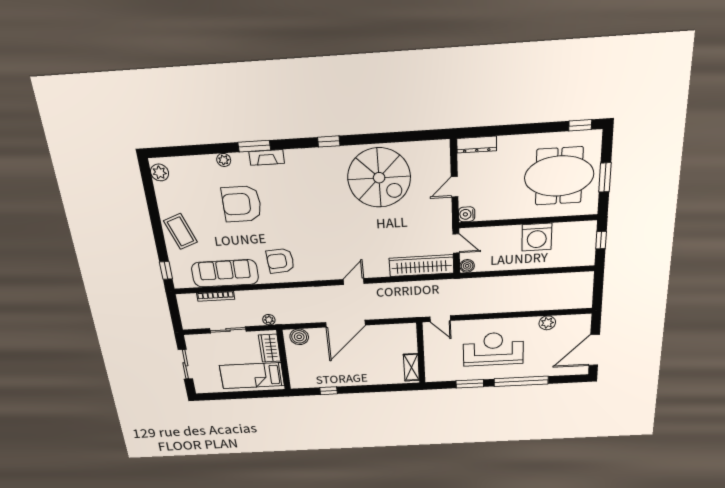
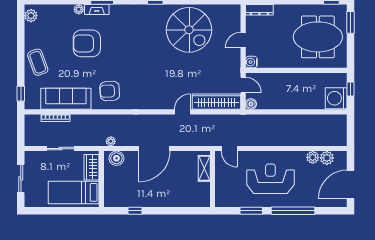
fireplace: (267, 158) -> (97, 10), moved
window: (605, 177) -> (351, 22), moved
washing machine: (537, 237) -> (336, 98), moved, turned 90
door: (354, 282) -> (182, 112), moved
plant: (269, 320) -> (111, 141), moved
plant: (565, 323) -> (327, 158), added
shelving: (411, 367) -> (204, 168), moved

